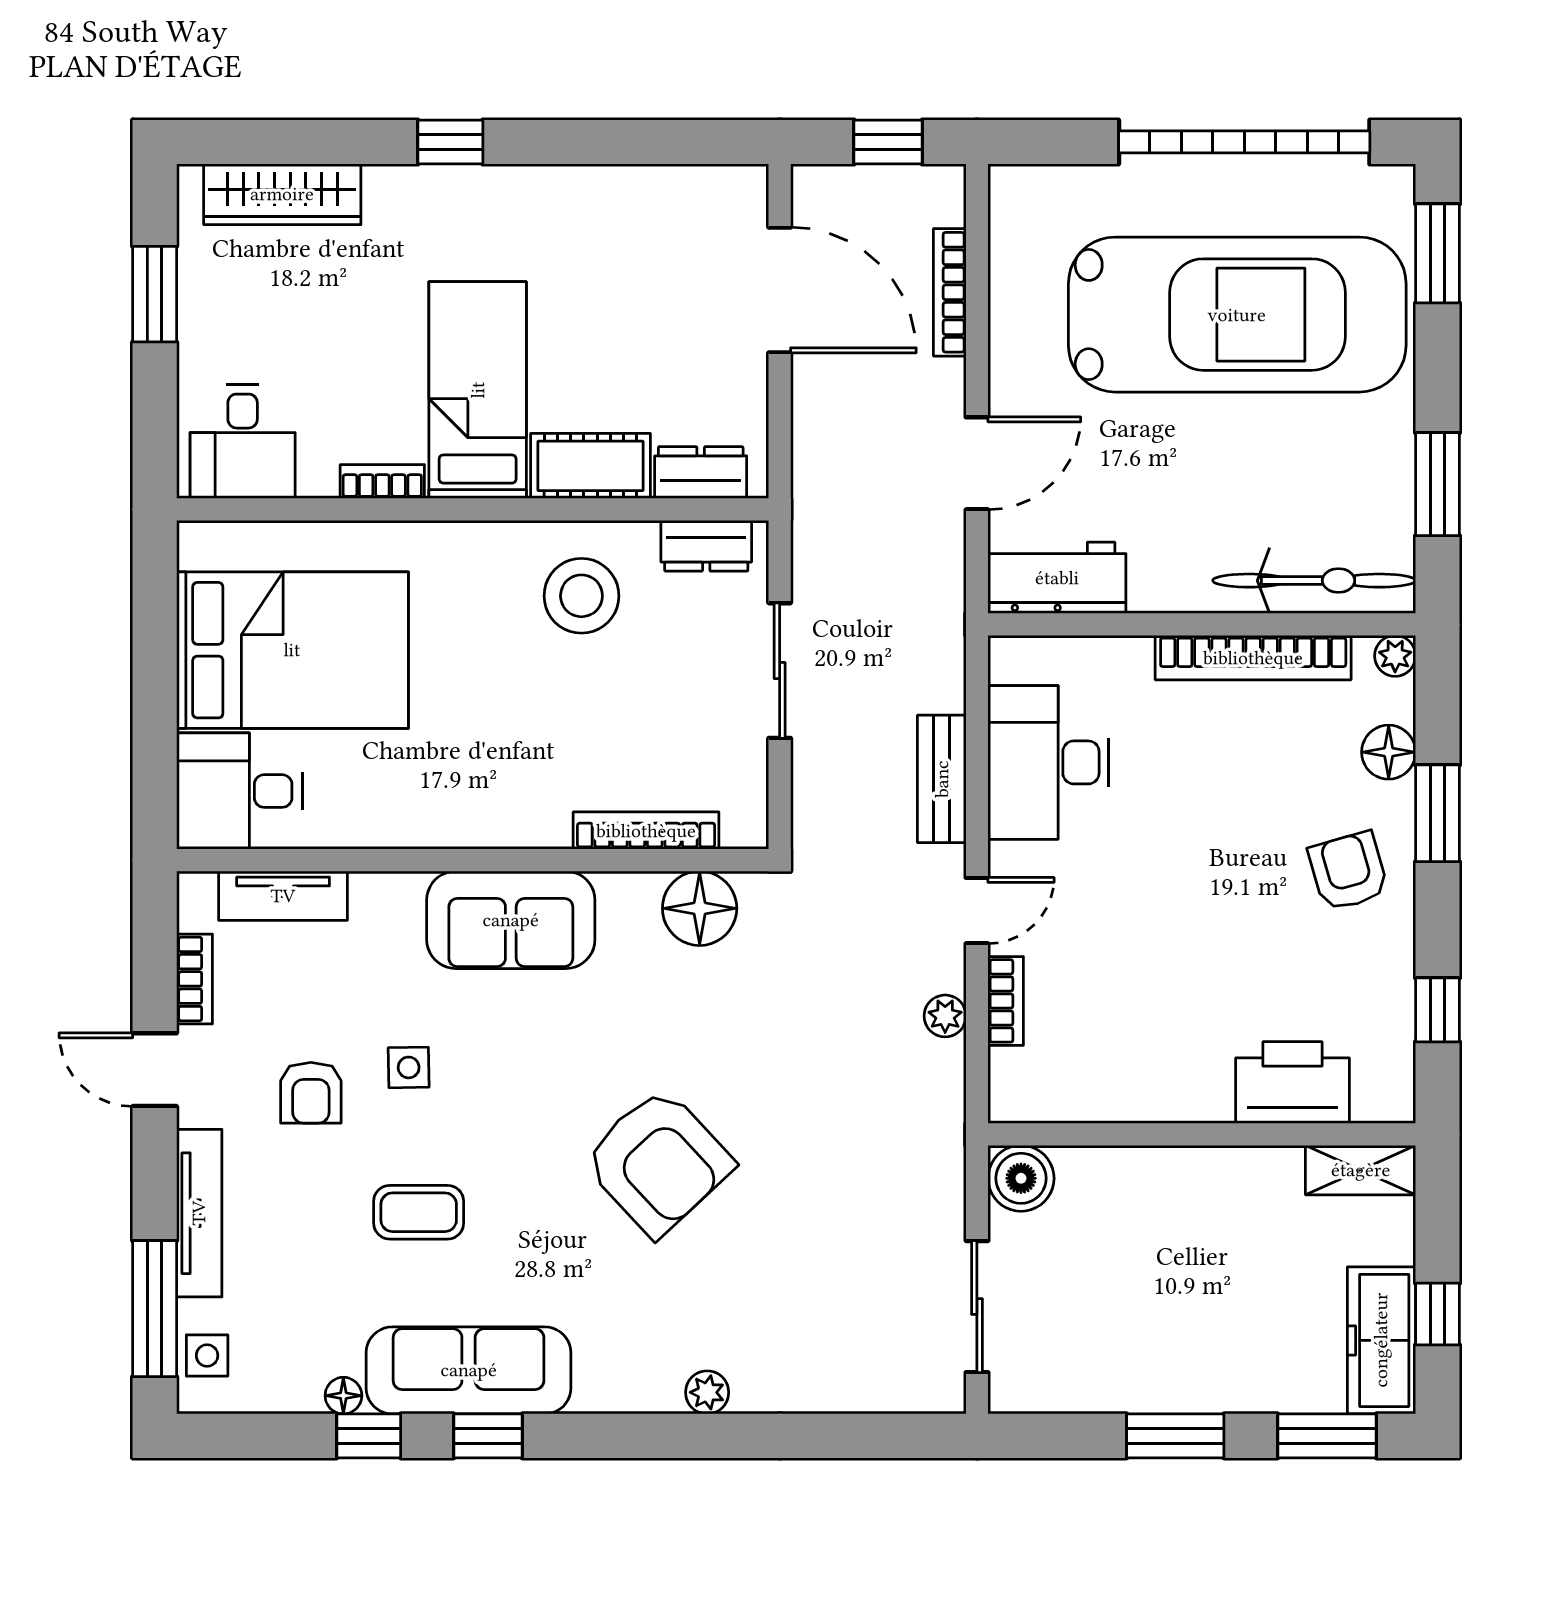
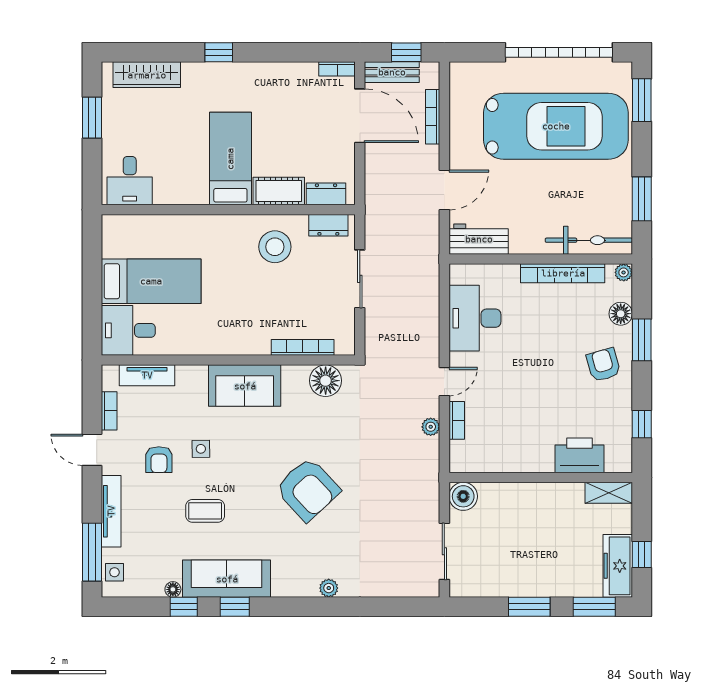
bookcase: (382, 481) -> (337, 69), moved, turned 180
bed: (292, 650) -> (151, 281), width x0.67
bench: (942, 779) -> (392, 72), moved, turned 90

